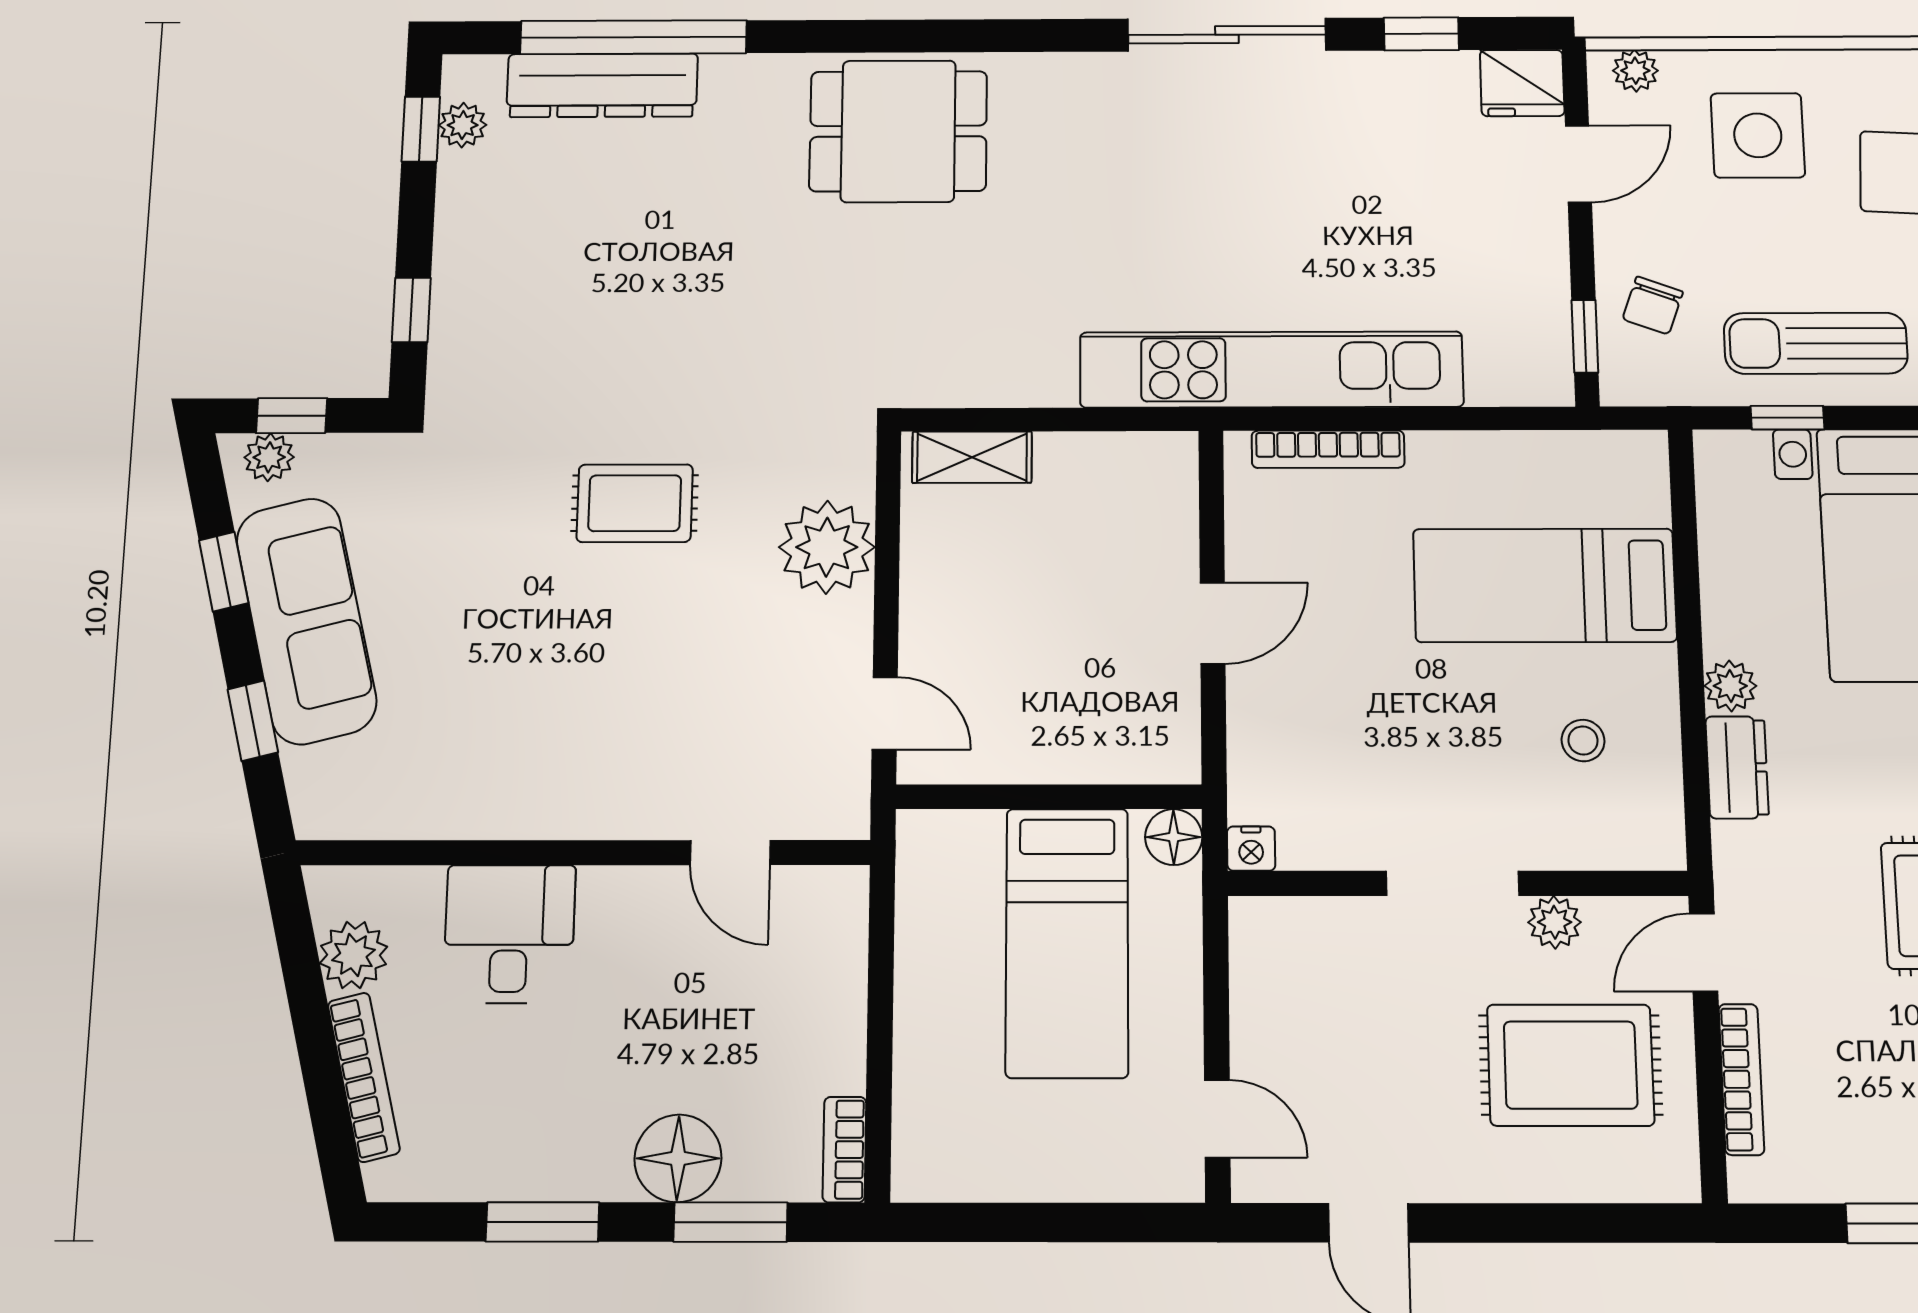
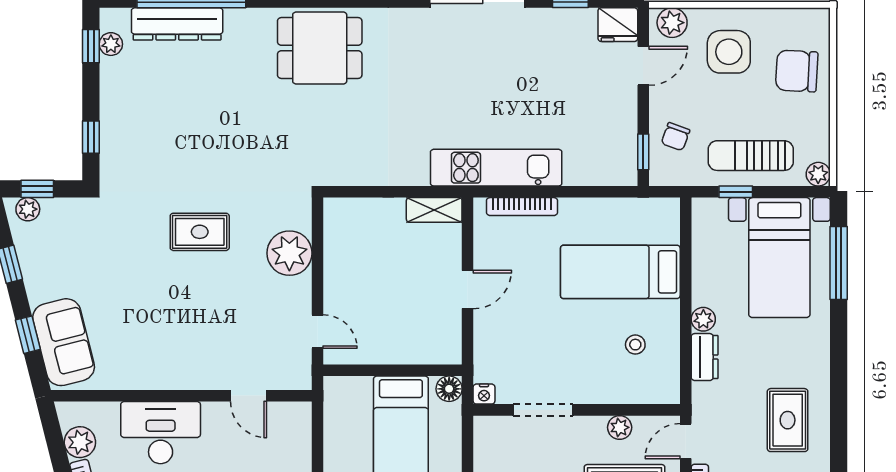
plant: (1635, 71) -> (672, 23), width x1.38, depth x1.38
kitchen unit: (1271, 370) -> (496, 168), width x0.73
shelving: (972, 457) -> (434, 210), moved
sofa: (306, 621) -> (64, 342), moved, width x0.73
doorway: (1452, 883) -> (543, 410), moved
desk: (509, 934) -> (161, 433), width x1.37

